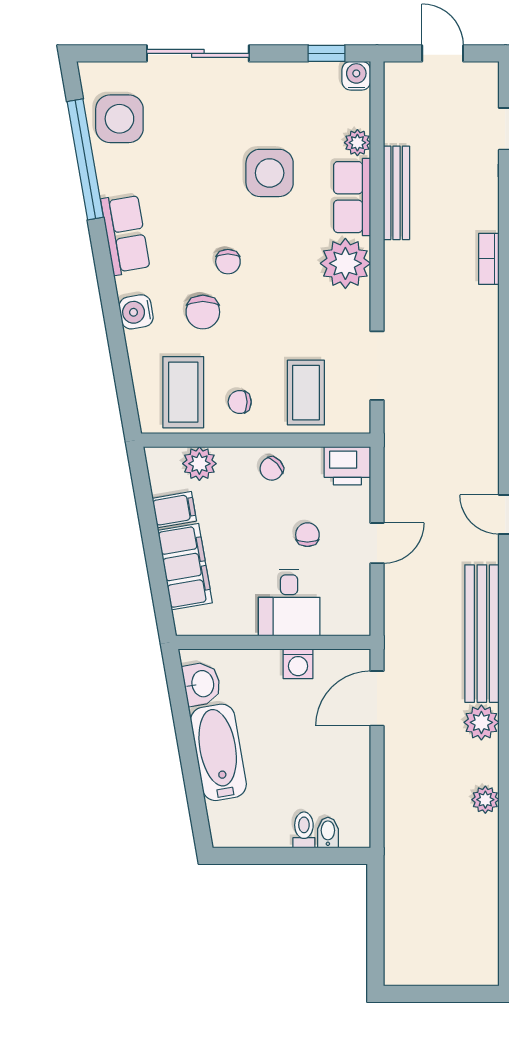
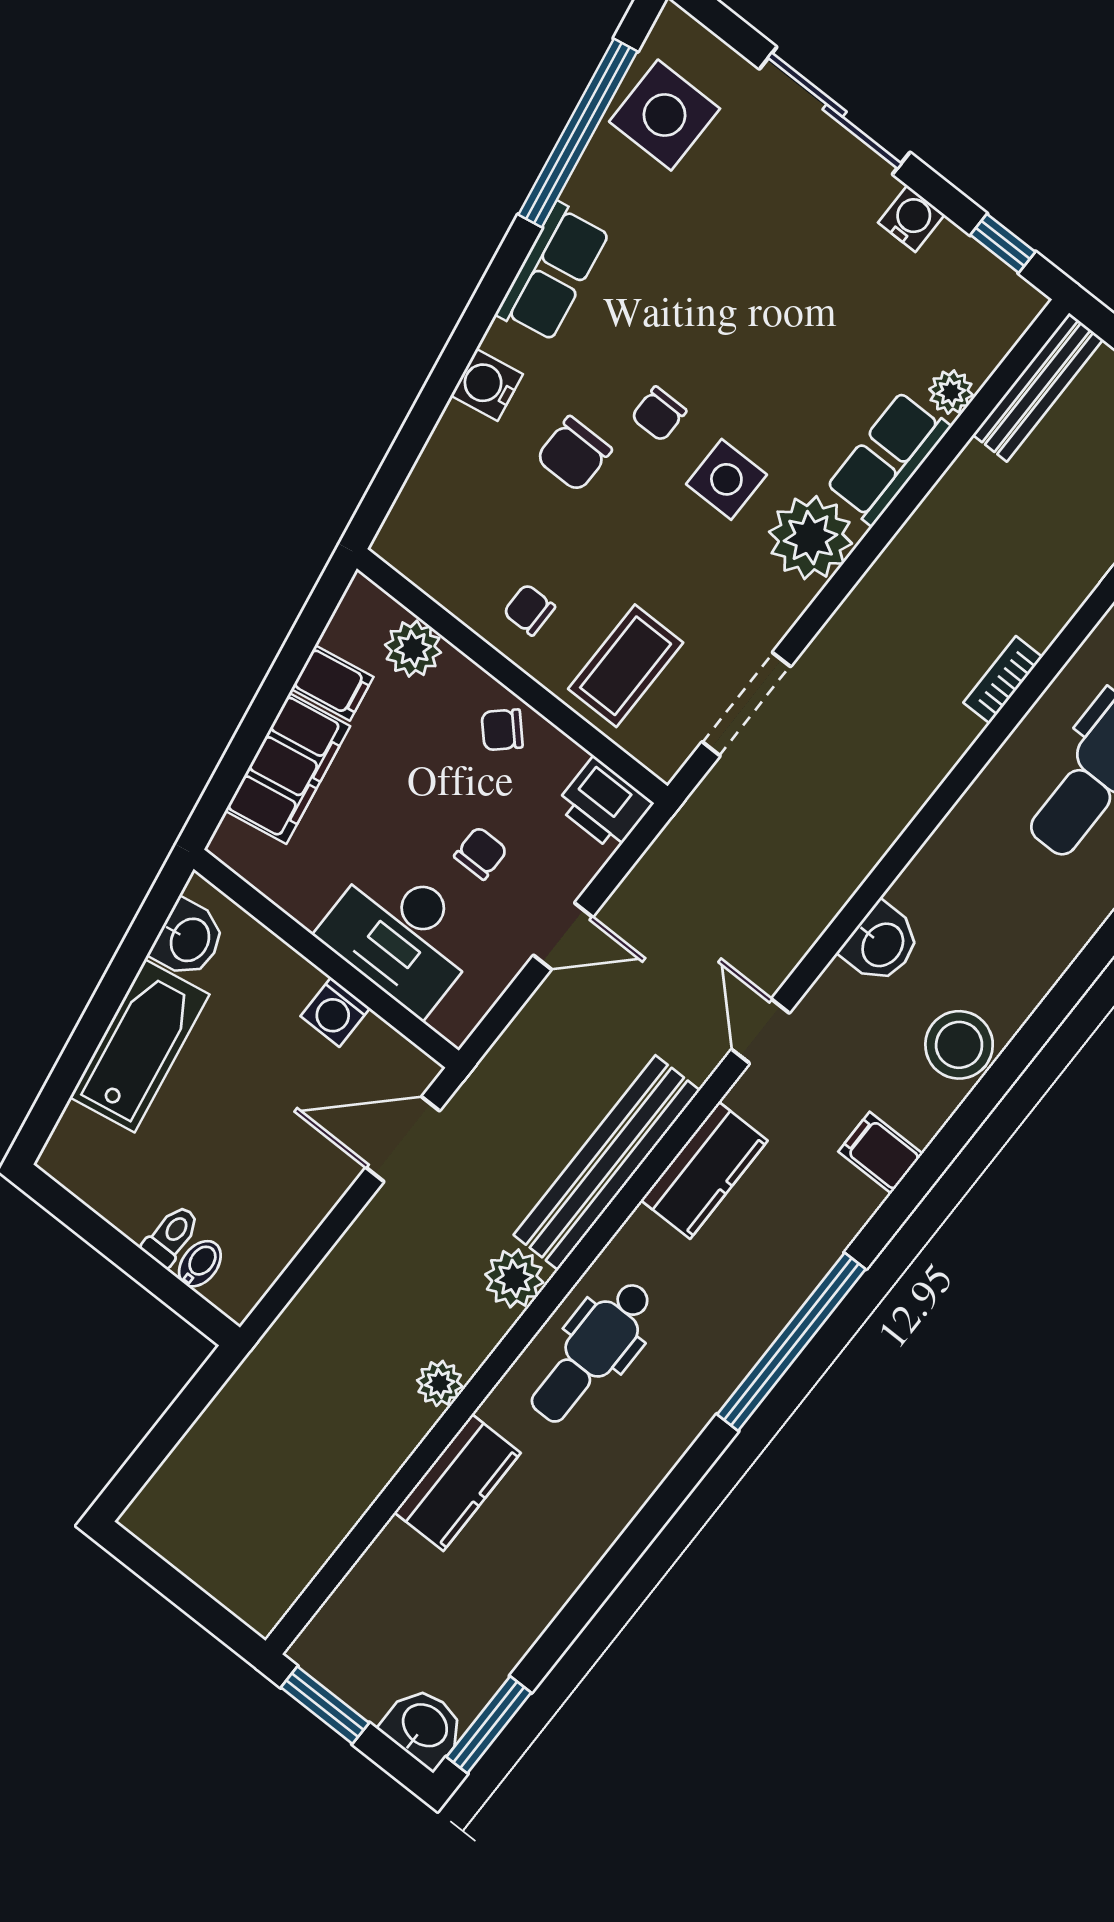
water cooler: (356, 76) -> (911, 219), moved
side table: (270, 173) -> (726, 479), moved, width x0.73, depth x0.73
bench: (397, 193) -> (1038, 387), moved
coffee table: (183, 392) -> (466, 538), removed
desk: (289, 603) -> (402, 935), width x1.37

